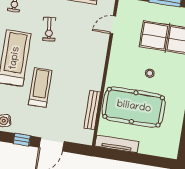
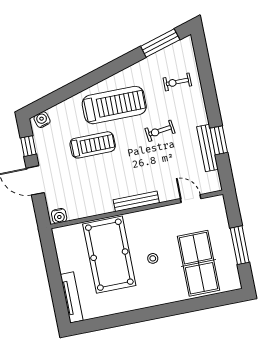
bench: (92, 110) -> (136, 201), moved
water cooler: (87, 136) -> (59, 216), added
tv unit: (117, 144) -> (72, 297), moved

